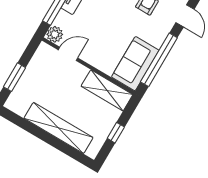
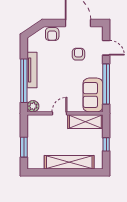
door: (68, 54) -> (60, 113), moved

